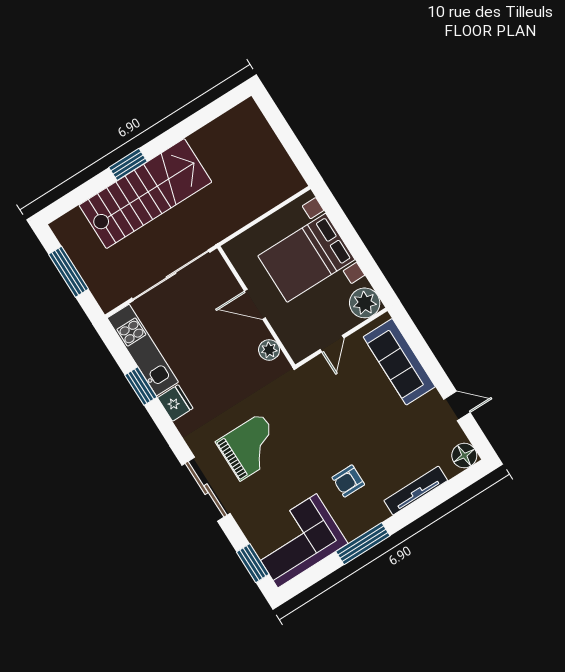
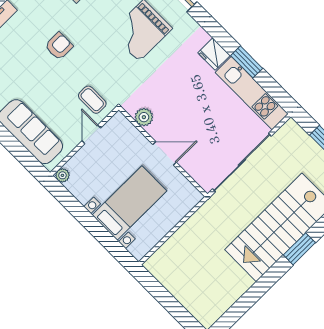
bed with nightstands: (306, 258) -> (129, 203), width x0.73
plant: (365, 303) -> (62, 175), width x0.53, depth x0.53
coffee table: (322, 382) -> (92, 100), added
armchair: (348, 481) -> (59, 46), moved

